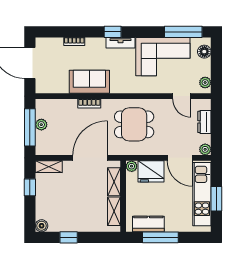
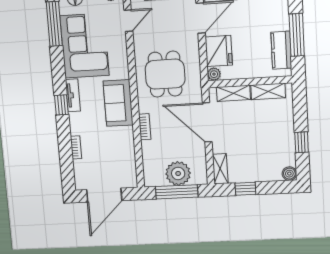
sofa: (89, 82) -> (118, 103), moved
plant: (41, 125) -> (178, 173), width x1.87, depth x1.87

